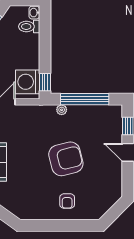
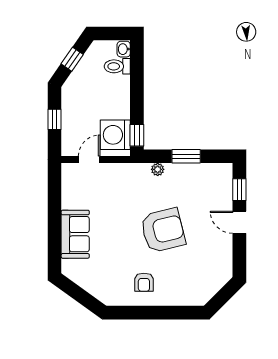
window: (85, 99) -> (186, 156), width x0.47
armchair: (67, 201) -> (144, 282), moved

